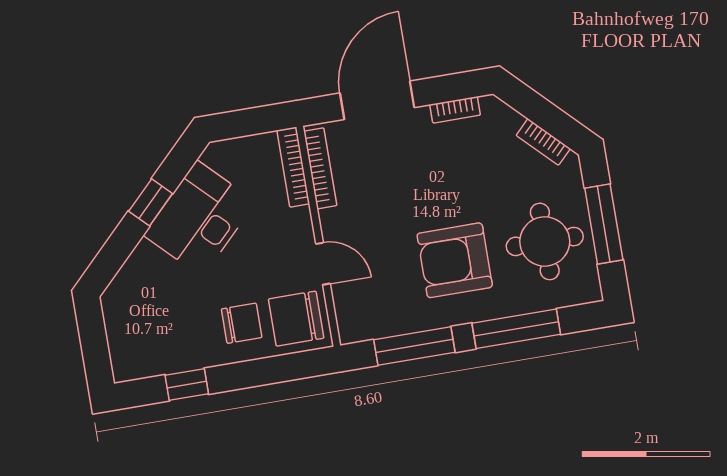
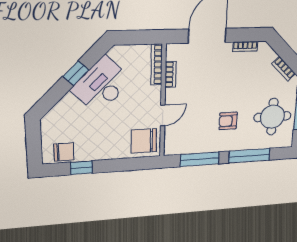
bookcase: (320, 168) -> (171, 75), width x0.64
armchair: (455, 260) -> (228, 121), width x0.53, depth x0.53
door: (323, 264) -> (163, 115), hinge flipped
chair: (242, 323) -> (64, 152), moved

